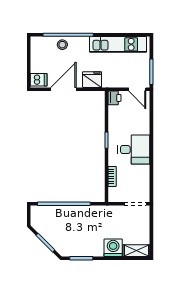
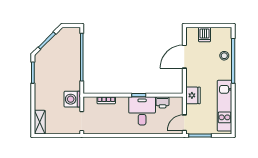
dishwasher: (39, 80) -> (205, 34), moved
fridge: (92, 80) -> (193, 95), moved
door: (63, 89) -> (184, 57), swing flipped
printer: (114, 98) -> (163, 102), moved
desk: (134, 150) -> (142, 111), moved, turned 180
washing machine: (113, 248) -> (72, 99), moved, turned 180

